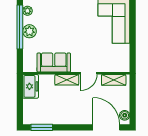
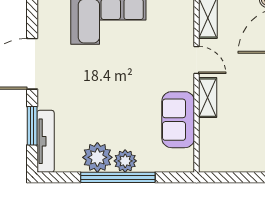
plant: (27, 11) -> (97, 157), width x1.87, depth x1.87
freezer: (31, 86) -> (219, 159), removed

